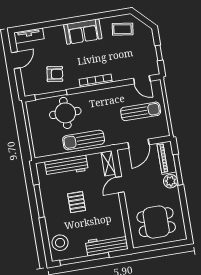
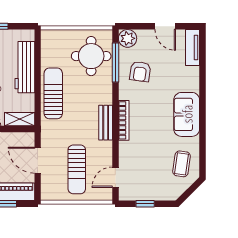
plant: (30, 88) -> (128, 38), added
bench: (100, 95) -> (106, 123), added
round table: (65, 113) -> (91, 56), moved

